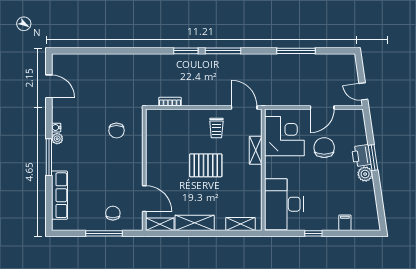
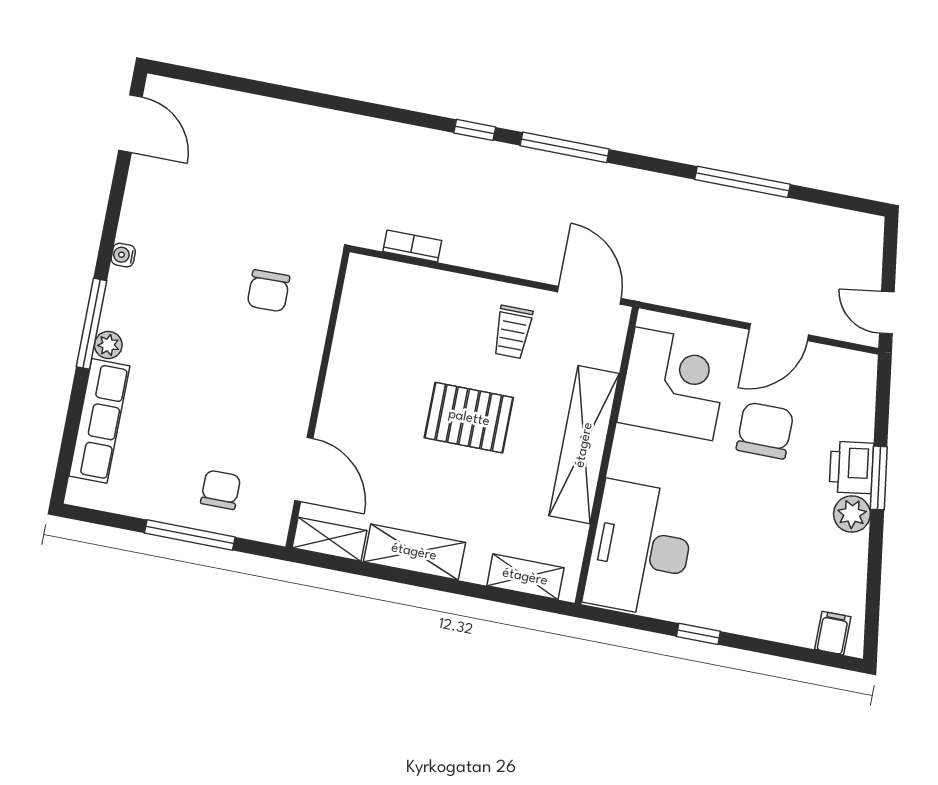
window: (186, 51) -> (475, 130), width x0.67
door: (49, 86) -> (130, 124), moved
plant: (57, 139) -> (108, 345), moved
shelving: (256, 150) -> (584, 445), width x2.20, depth x1.33
filing cabinet: (345, 223) -> (833, 633), moved

